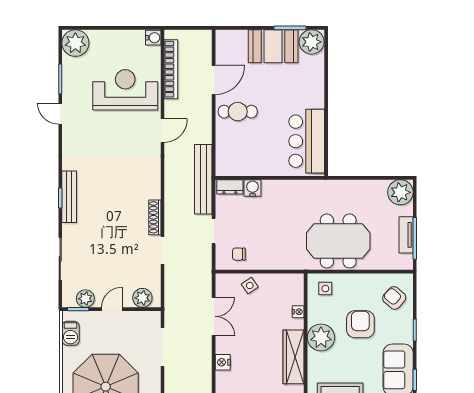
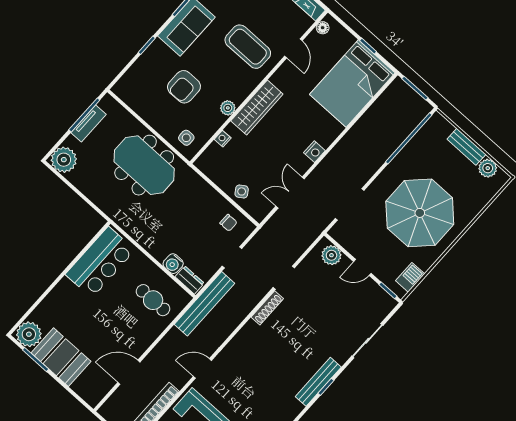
cafe table: (238, 112) -> (153, 300), moved
armchair: (394, 298) -> (140, 84), removed
plant: (85, 299) -> (375, 294), removed
plant: (321, 337) -> (228, 108), width x0.53, depth x0.53

